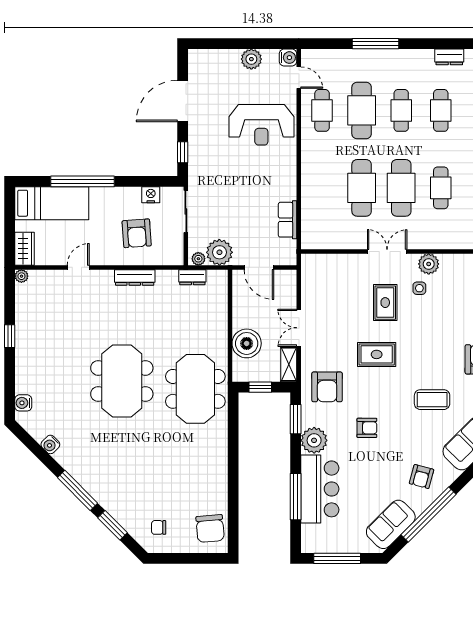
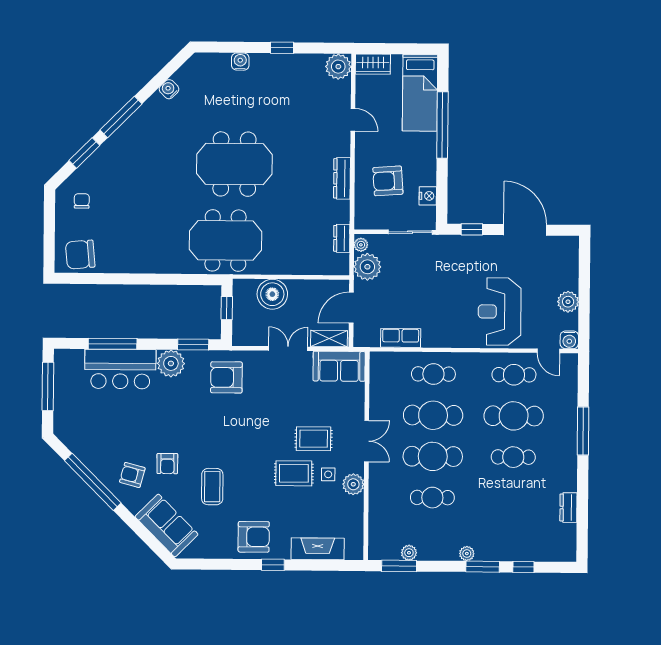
door: (299, 78) -> (548, 351), hinge flipped
cafe table: (441, 110) -> (433, 374), moved
plant: (21, 276) -> (338, 67), width x1.88, depth x1.88
rug: (377, 354) -> (294, 473), moved, turned 90
shelving: (289, 364) -> (329, 339), moved
water cooler: (23, 403) -> (240, 62), moved
armchair: (367, 428) -> (167, 464), moved
sofa: (391, 524) -> (339, 366), moved, turned 135

